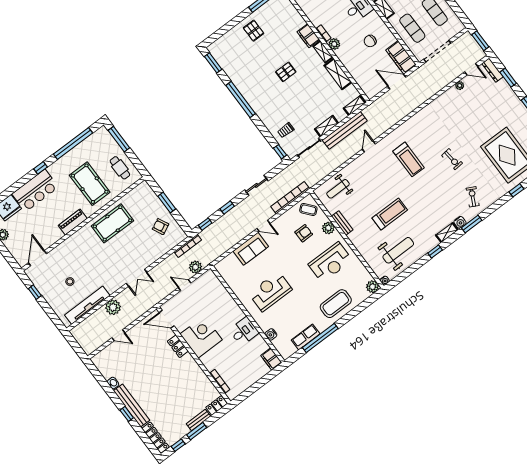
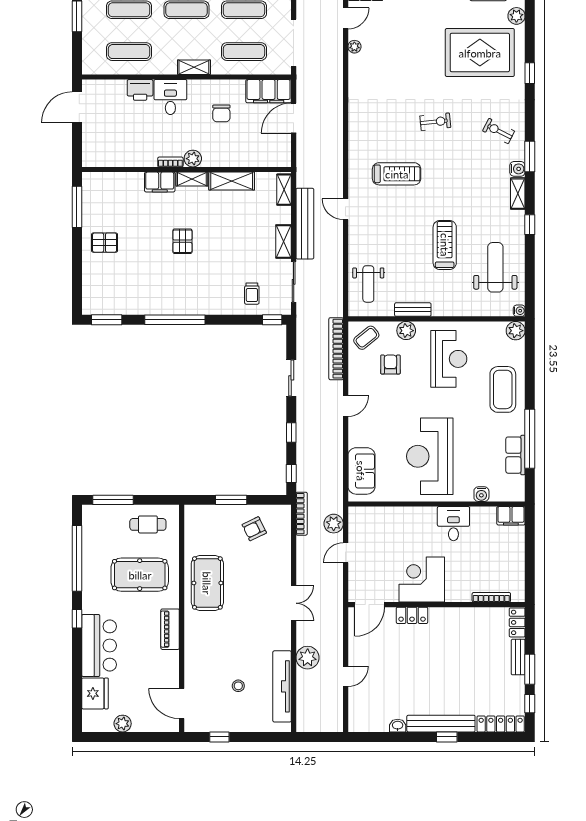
sofa: (251, 249) -> (361, 471), moved
reception desk: (270, 291) -> (430, 456), width x1.36, depth x1.30

